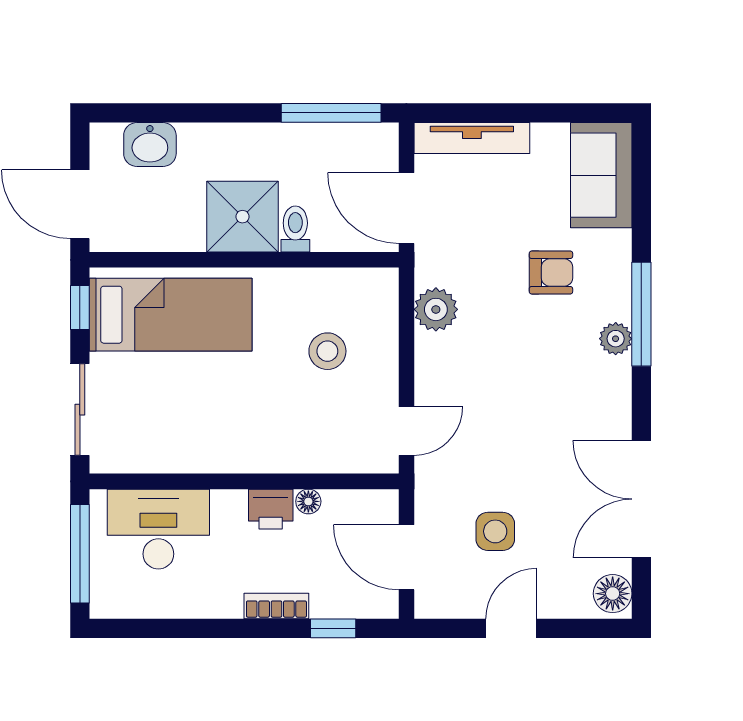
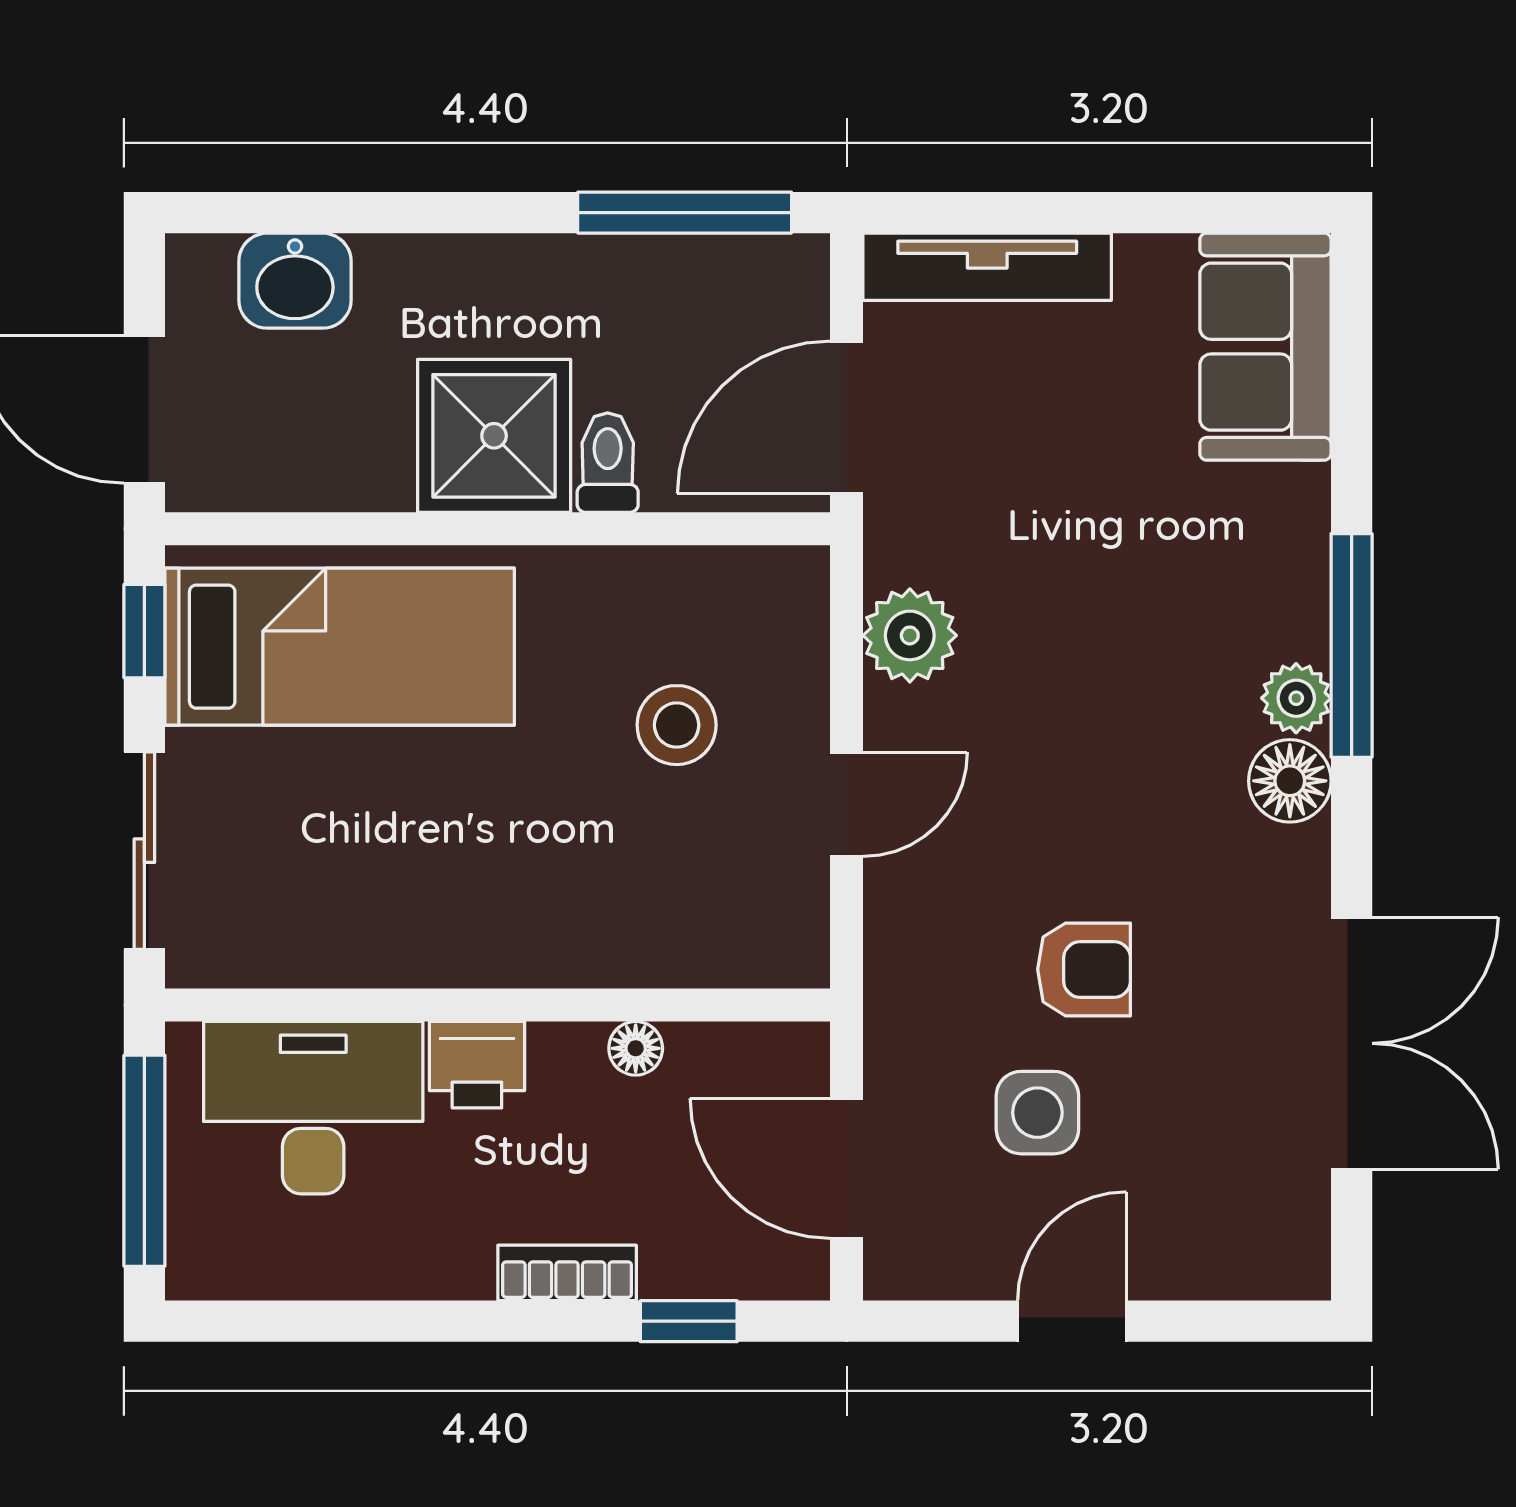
door: (406, 208) -> (847, 417), hinge flipped
armchair: (551, 272) -> (1084, 969), moved
door: (406, 431) -> (847, 804), moved
double door: (641, 499) -> (1352, 1043), swing flipped
printer: (271, 509) -> (477, 1065), moved
floor lamp: (613, 594) -> (1290, 781), moved

